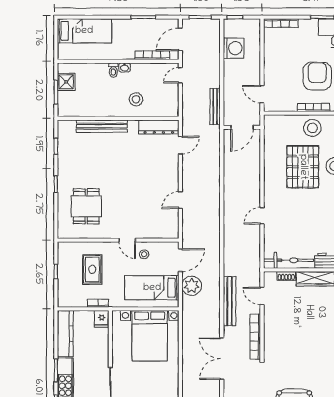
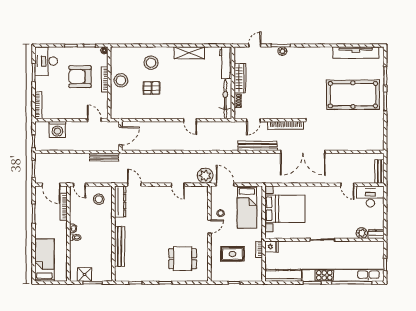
washing machine: (234, 48) -> (57, 129), moved, turned 180
door: (262, 94) -> (94, 120), swing flipped
stool: (136, 99) -> (99, 199), moved
door: (242, 127) -> (120, 136), hinge flipped
pallet: (303, 167) -> (152, 88), width x0.49, depth x0.50
plant: (192, 286) -> (205, 176), moved
double door: (222, 359) -> (303, 152), width x1.36

